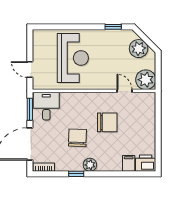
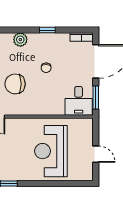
door: (30, 70) -> (96, 154), moved
chair: (77, 138) -> (46, 68), width x0.54, depth x0.54
plant: (90, 165) -> (20, 40), moved

